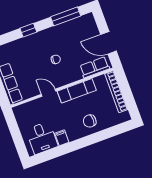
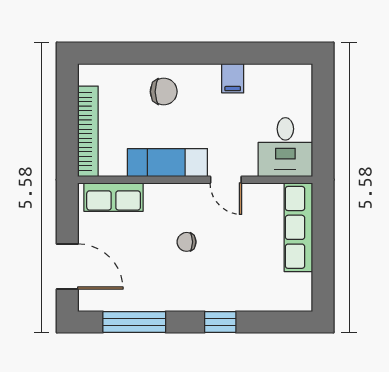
door: (108, 43) -> (67, 267), moved
desk: (42, 138) -> (285, 147), moved, turned 180

